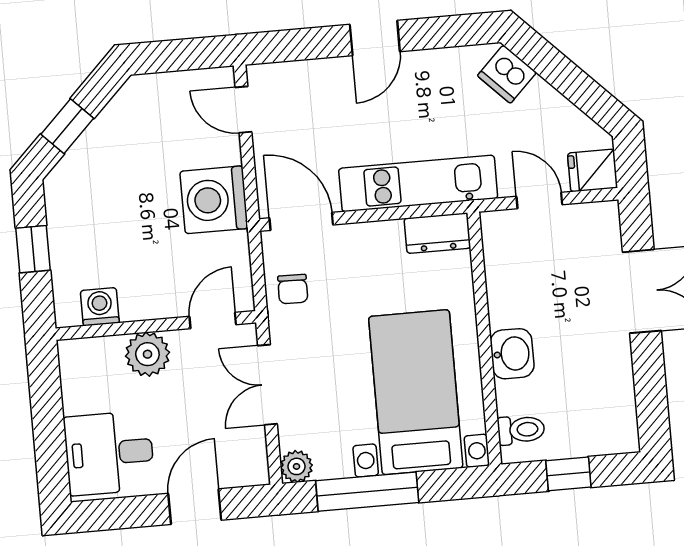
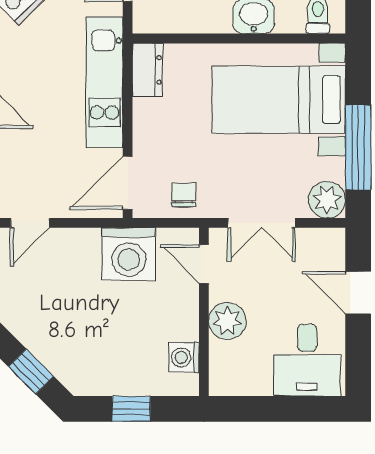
washing machine: (214, 200) -> (129, 254), moved
chair: (293, 289) -> (184, 195), turned -91
plant: (297, 466) -> (327, 200), width x1.38, depth x1.38

